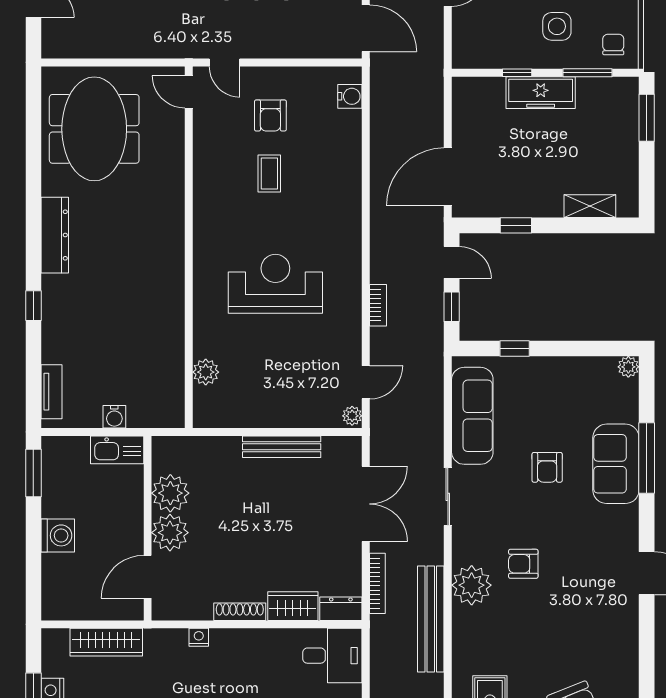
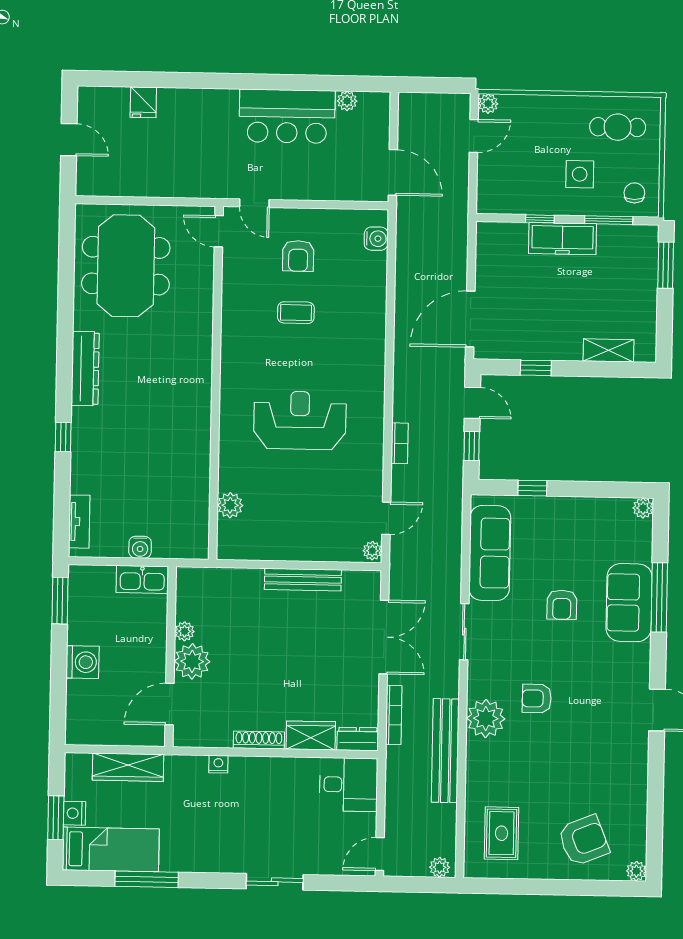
coffee table: (269, 174) -> (296, 313), turned 90
plant: (170, 493) -> (185, 631), width x0.53, depth x0.53

